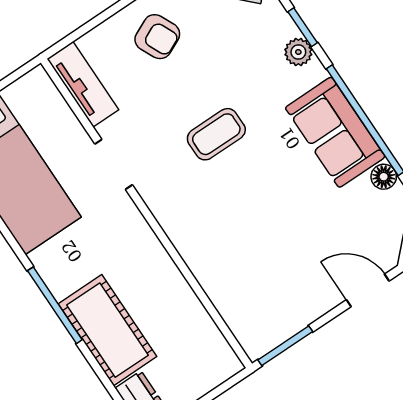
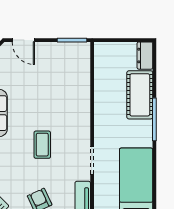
coffee table: (216, 134) -> (42, 145), turned 90

